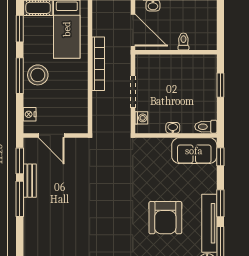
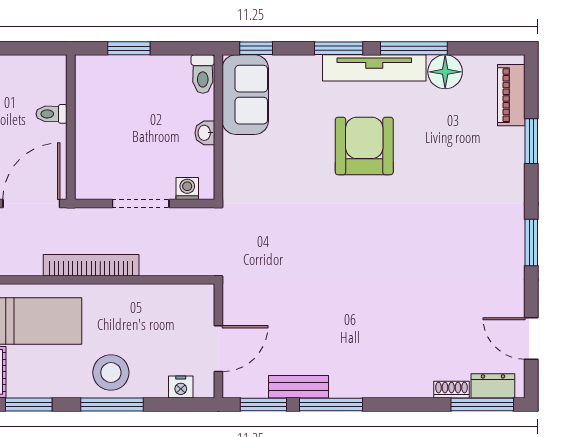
armchair: (165, 218) -> (364, 146), turned -90

